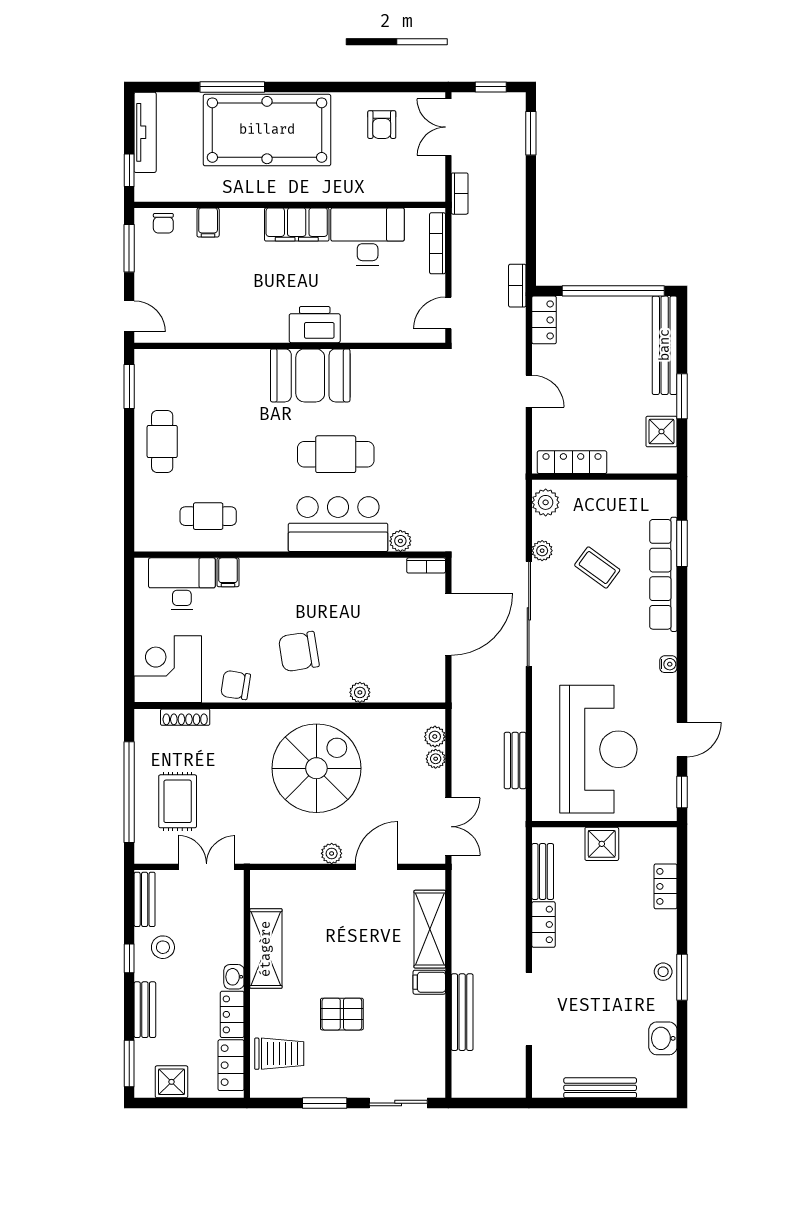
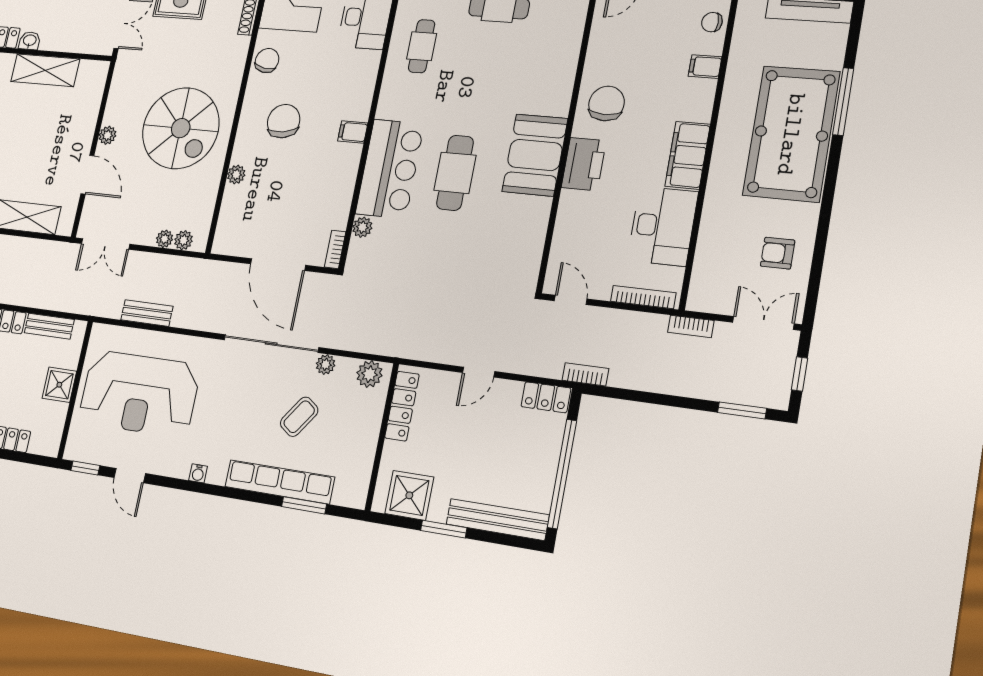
chair: (252, 313) -> (606, 103), added
shower: (661, 432) -> (409, 495), width x1.36, depth x1.36
filing cabinet: (228, 572) -> (353, 132), moved

